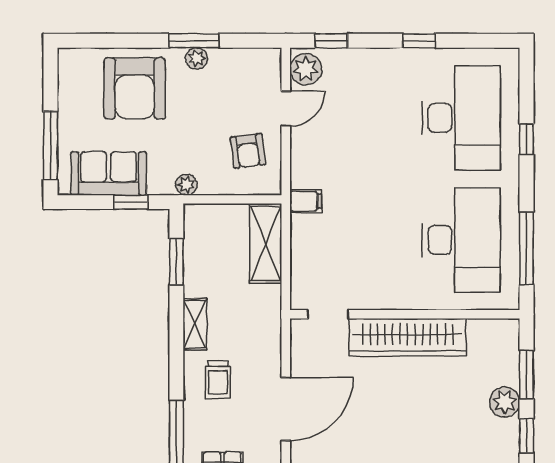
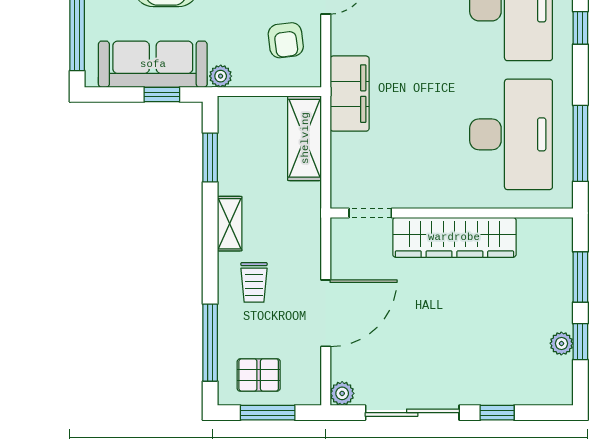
sofa: (109, 173) -> (153, 64), width x1.36
filing cabinet: (306, 201) -> (350, 94), width x3.00, depth x1.17
plant: (505, 402) -> (561, 343), moved, width x0.73, depth x0.73

